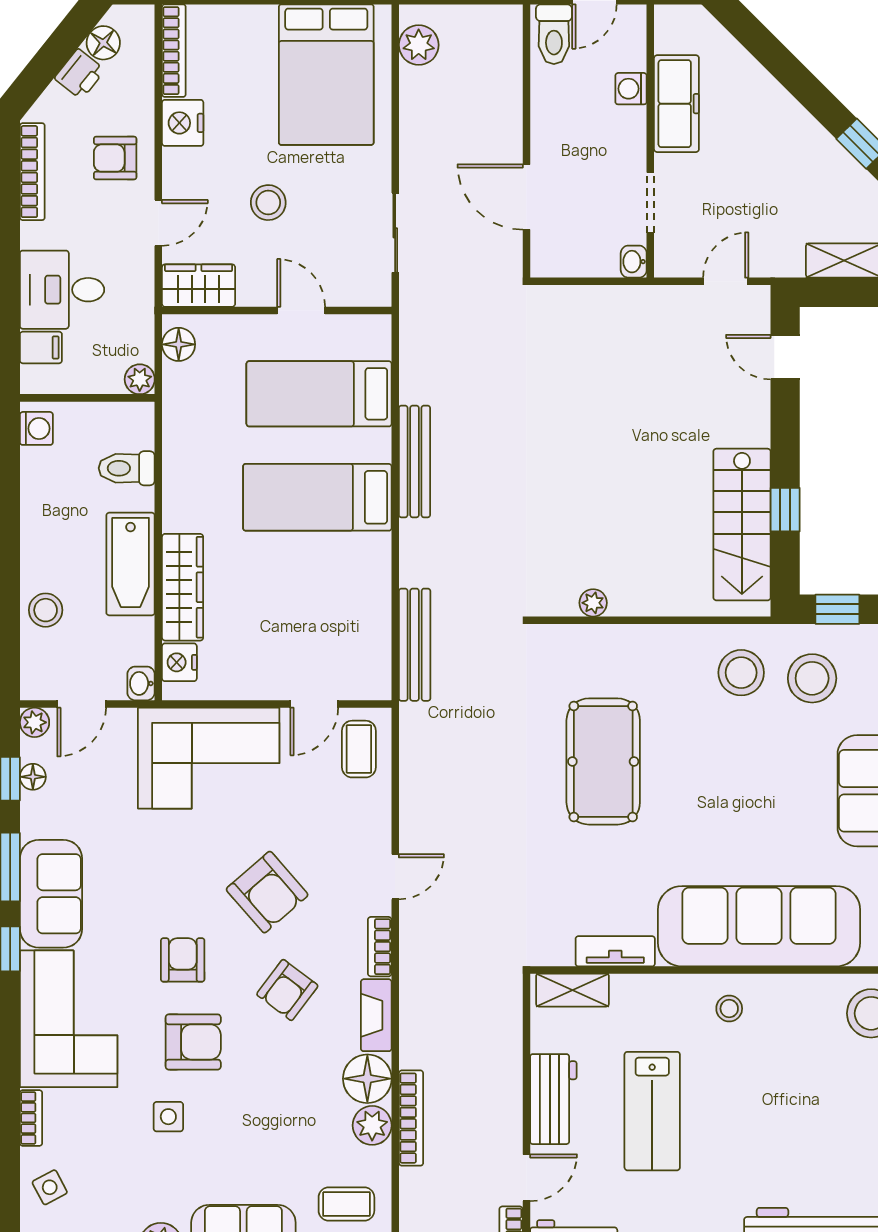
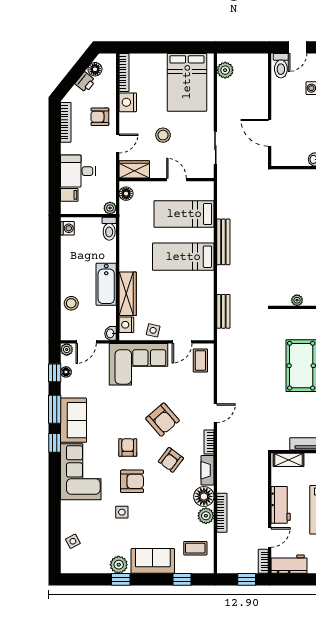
toilet: (127, 468) -> (109, 229), moved, turned -90
bench: (415, 645) -> (223, 311), width x0.73
side table: (244, 676) -> (153, 330), added
bookcase: (31, 1118) -> (65, 513), removed

